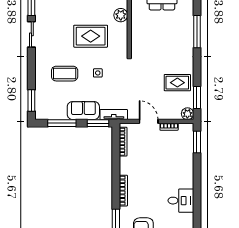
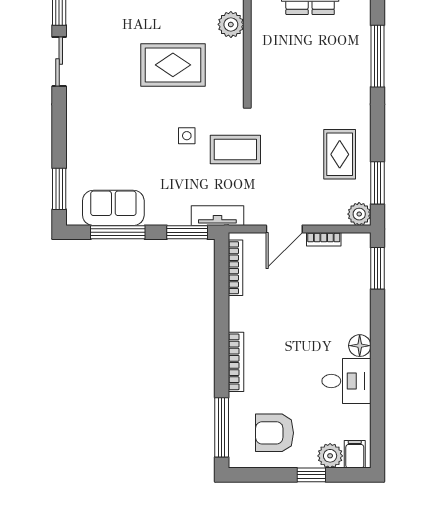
coffee table: (65, 74) -> (235, 149), moved
rug: (177, 83) -> (340, 154), turned 90
sofa: (83, 111) -> (113, 208), moved
door: (149, 121) -> (284, 229), swing flipped
floor lamp: (188, 182) -> (360, 346), added

